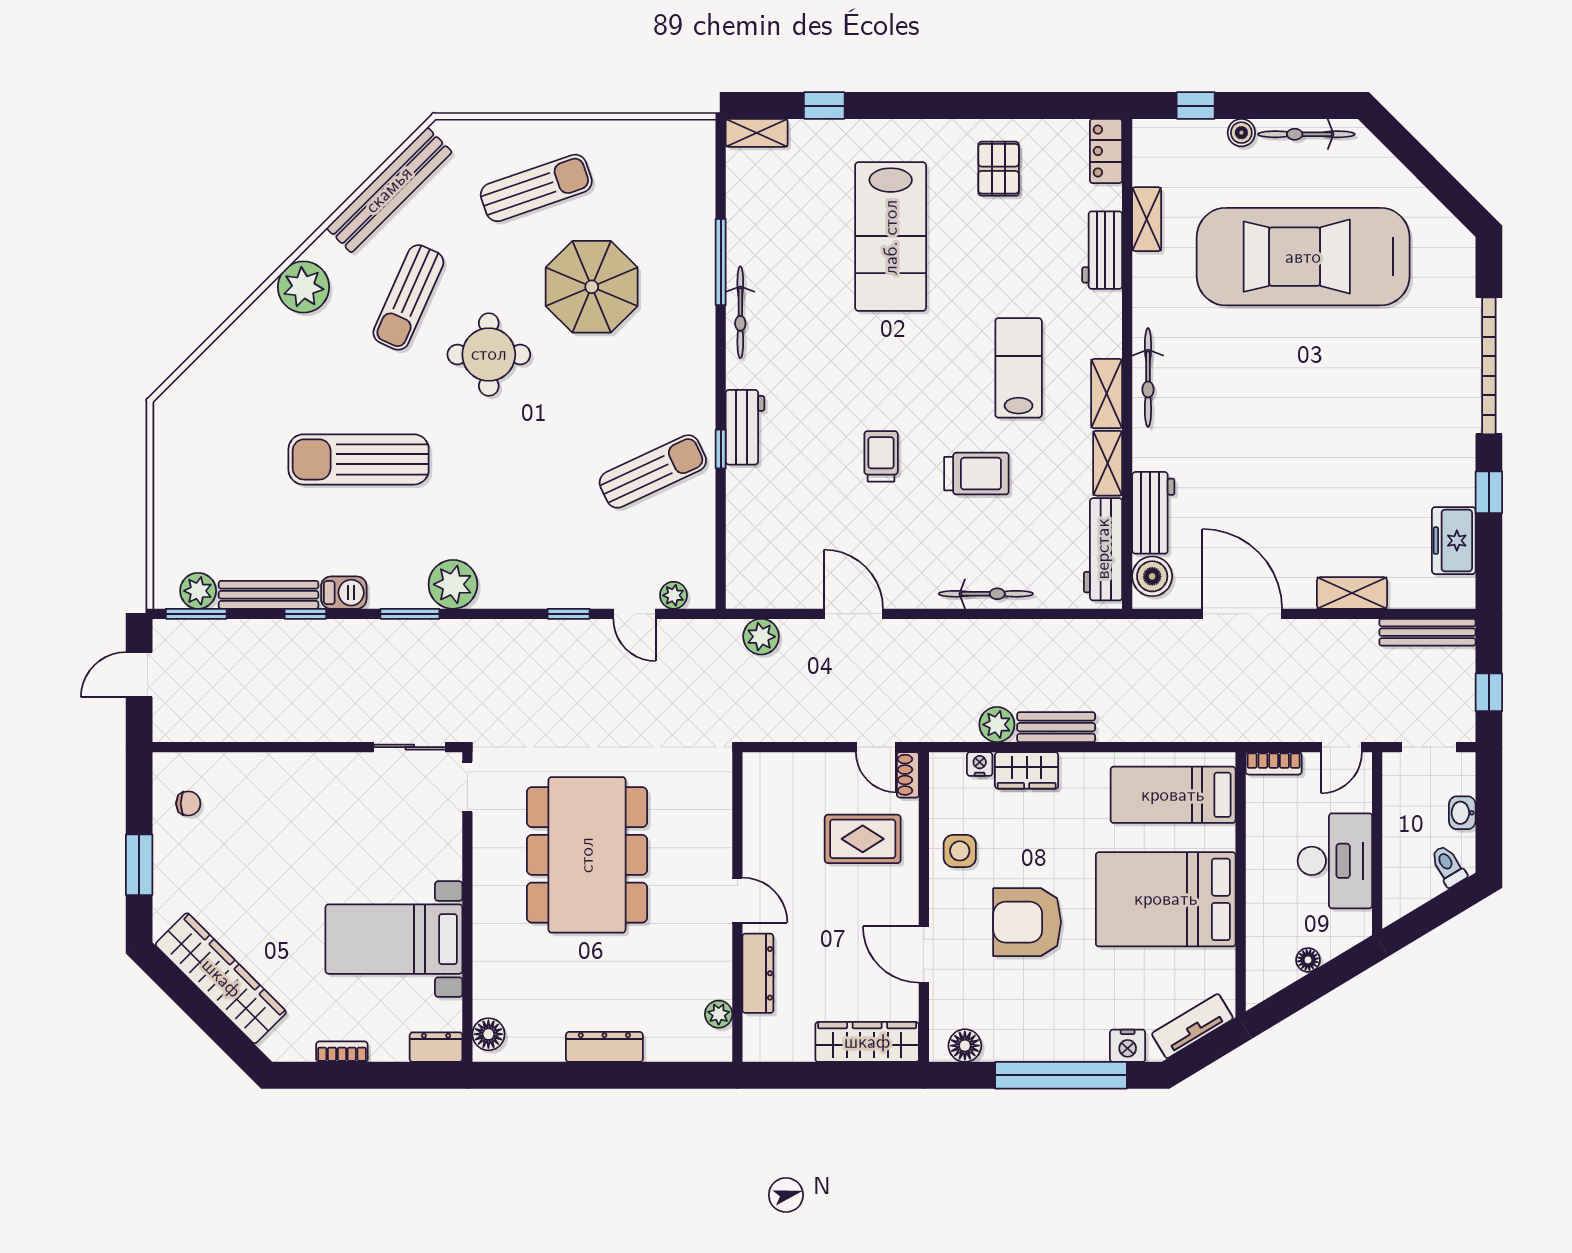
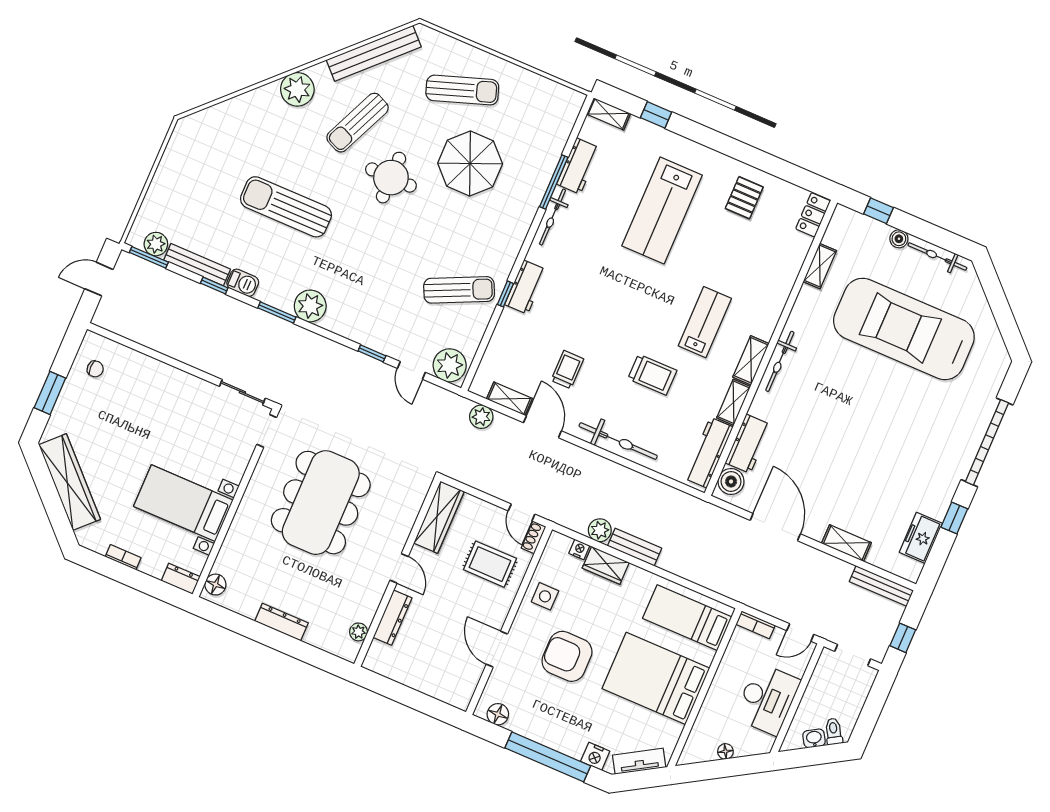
workbench: (1102, 250) -> (578, 166), moved, turned 180
trolley: (881, 456) -> (567, 370), moved
shelving: (790, 594) -> (509, 399), added
bicycle: (986, 594) -> (618, 441), width x1.37, depth x1.40
plant: (674, 595) -> (450, 365), width x1.88, depth x1.88
washbasin: (1462, 813) -> (814, 738), moved, turned 59
wardrobe: (867, 1042) -> (439, 517), moved, turned 90

